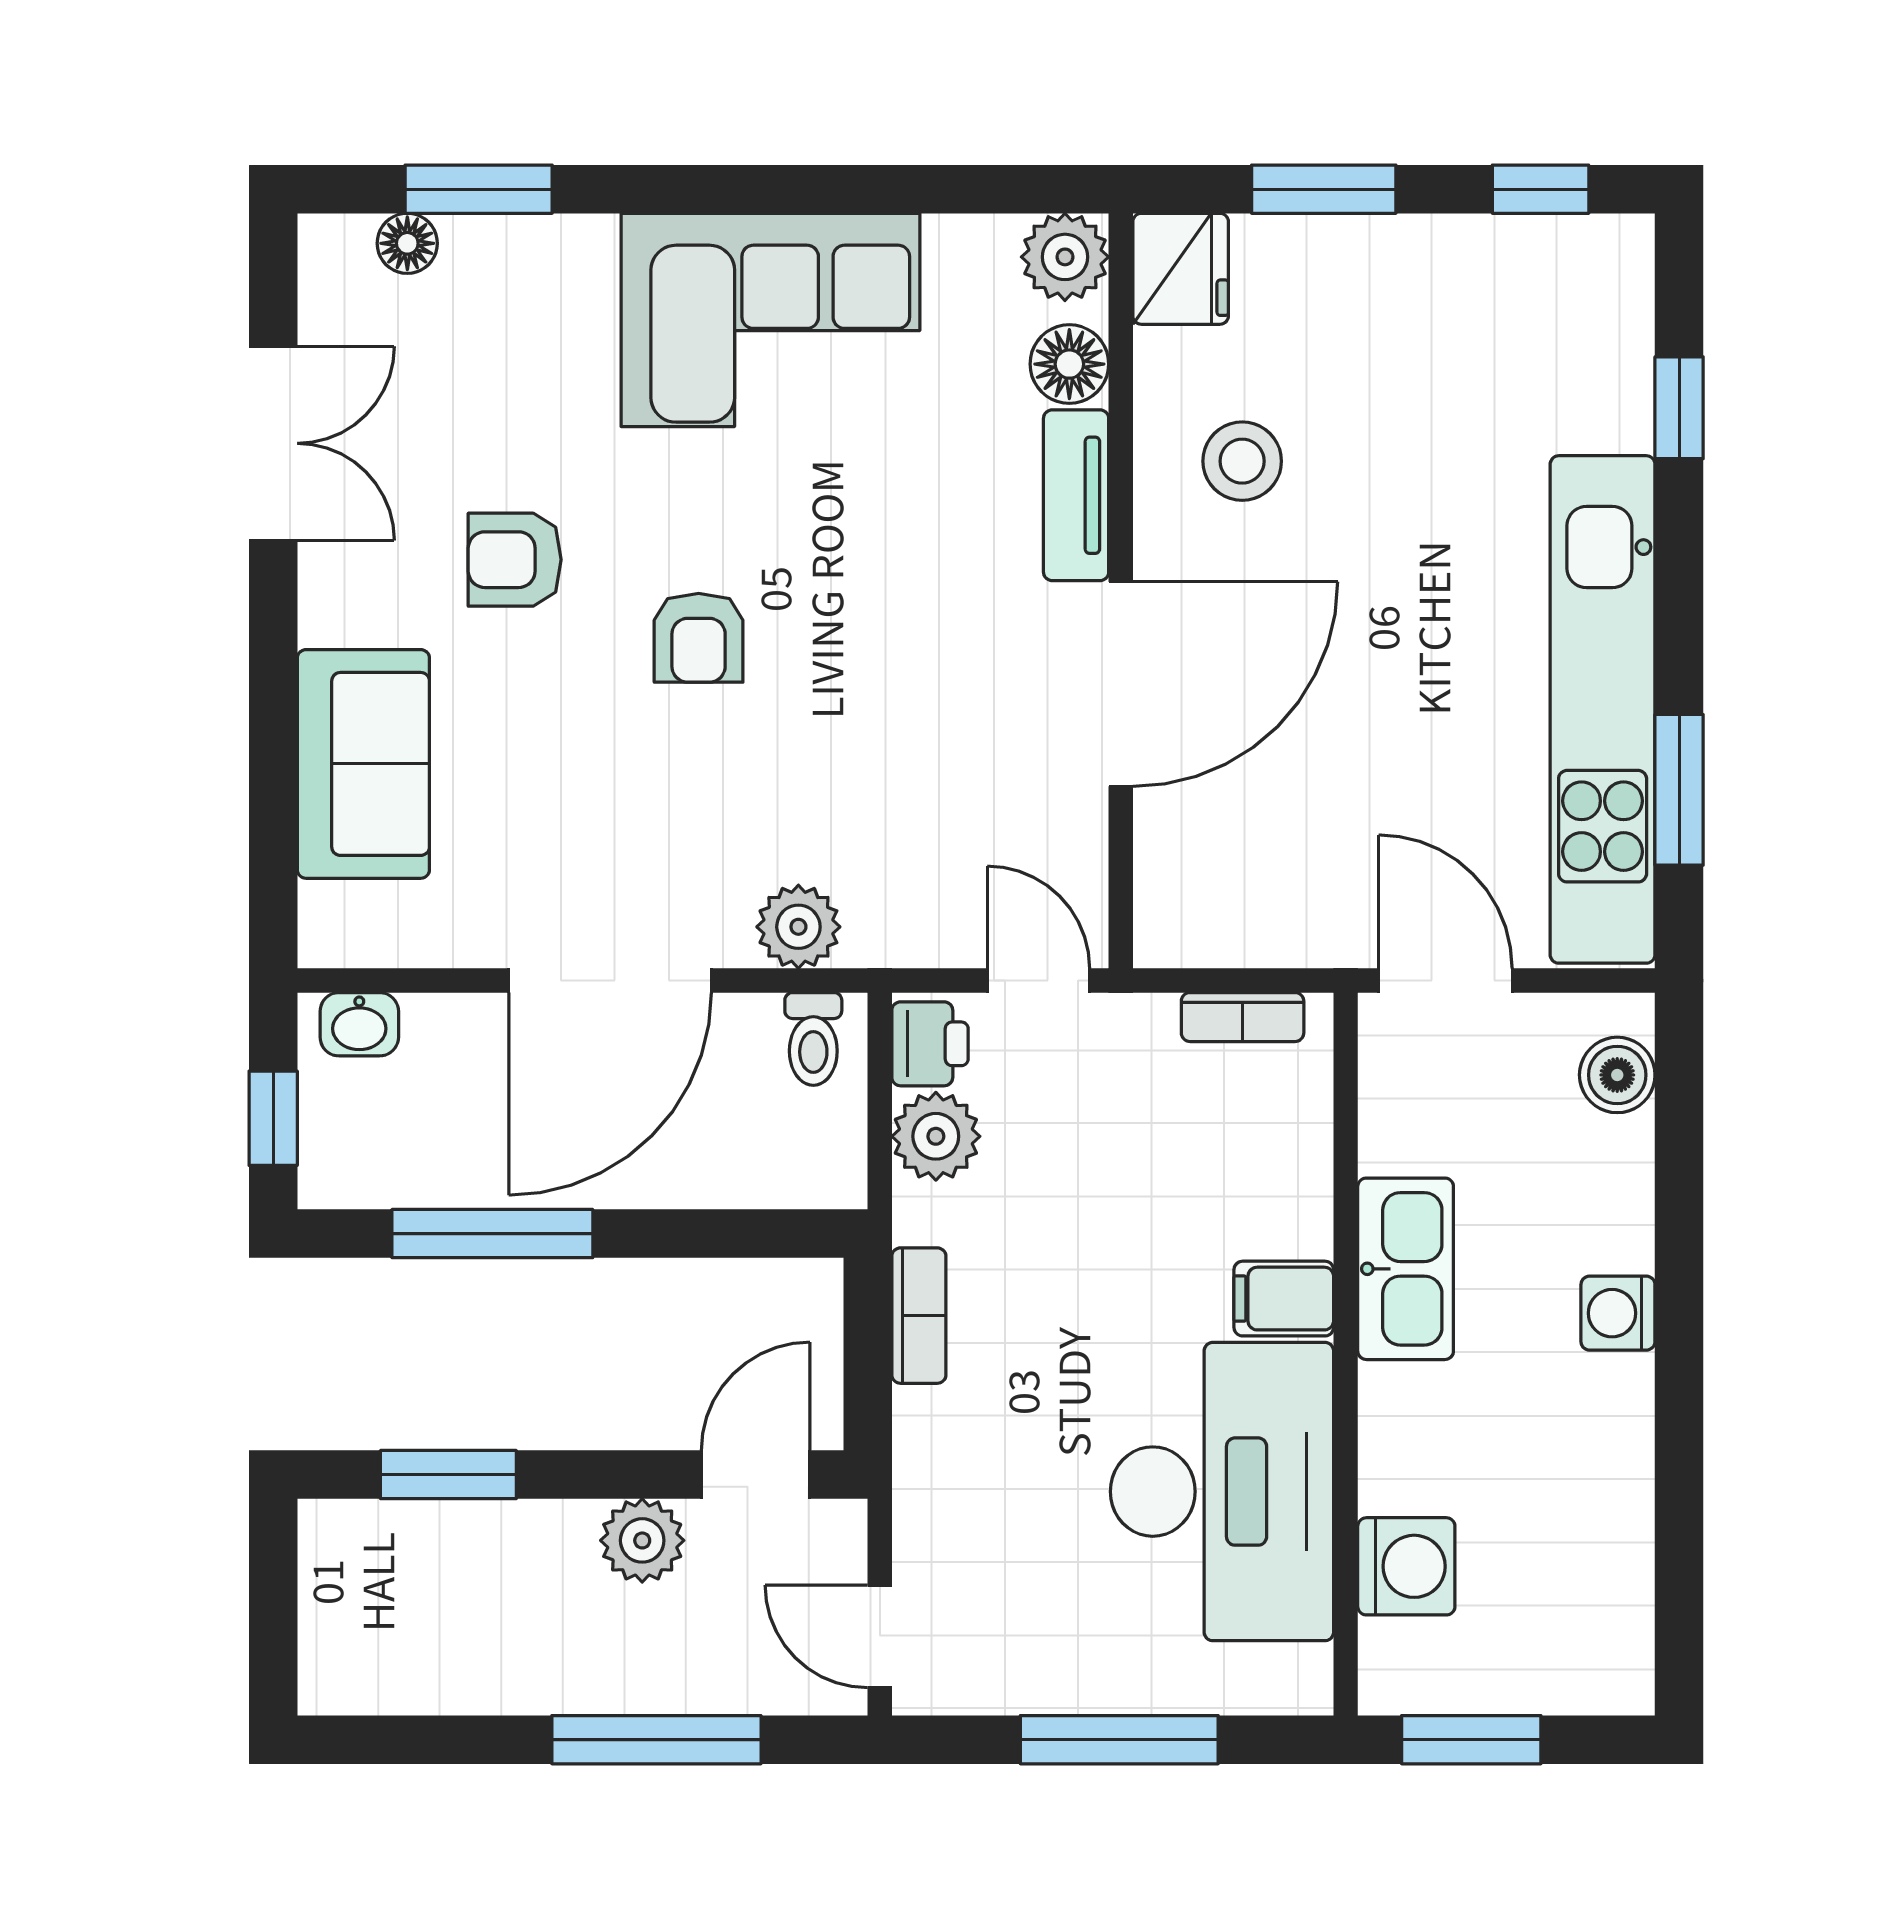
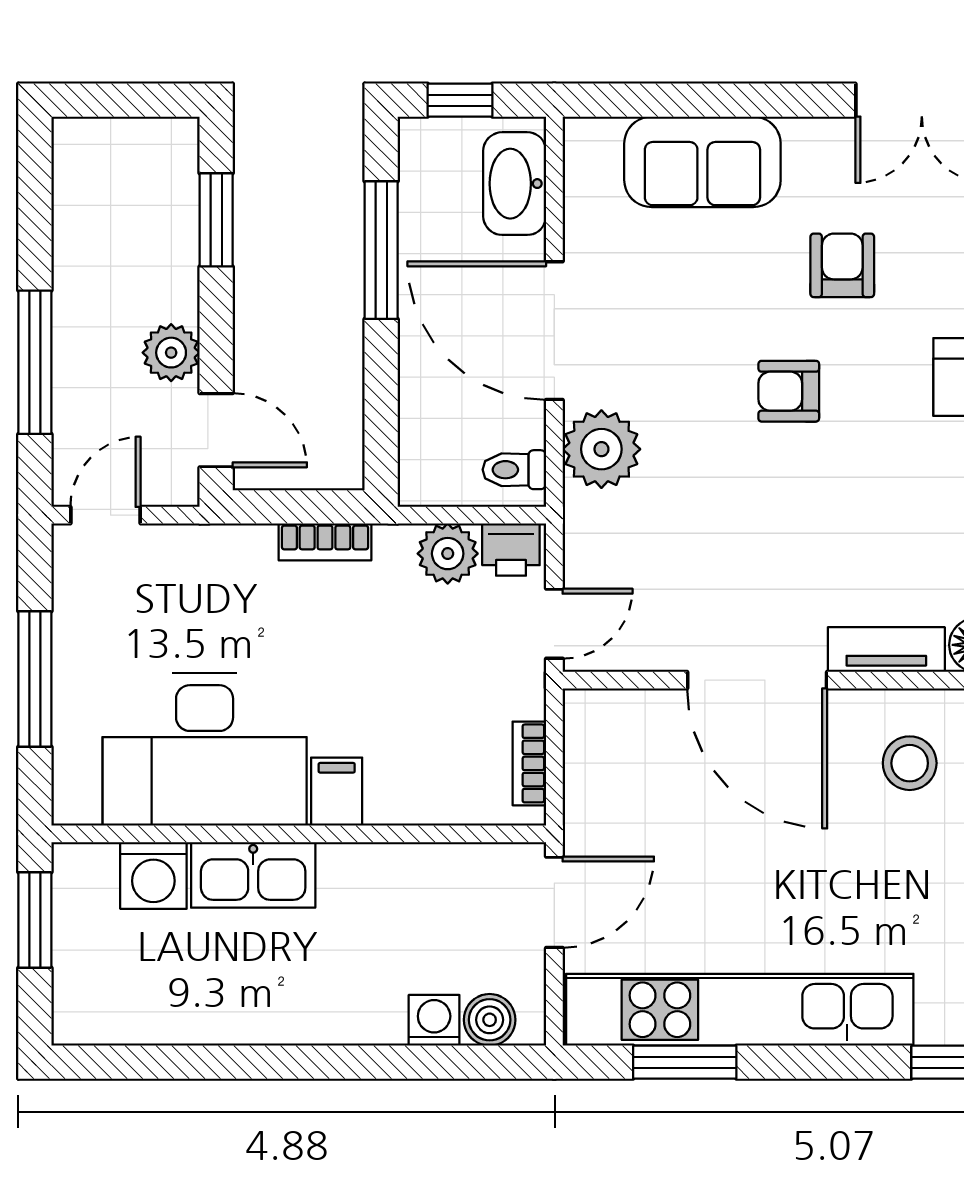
plant: (798, 927) -> (601, 449), width x1.36, depth x1.36
washbasin: (359, 1024) -> (515, 184), width x1.91, depth x1.45
kitchen sink: (1406, 1269) -> (253, 875), moved
washing machine: (1618, 1313) -> (434, 1020), moved

